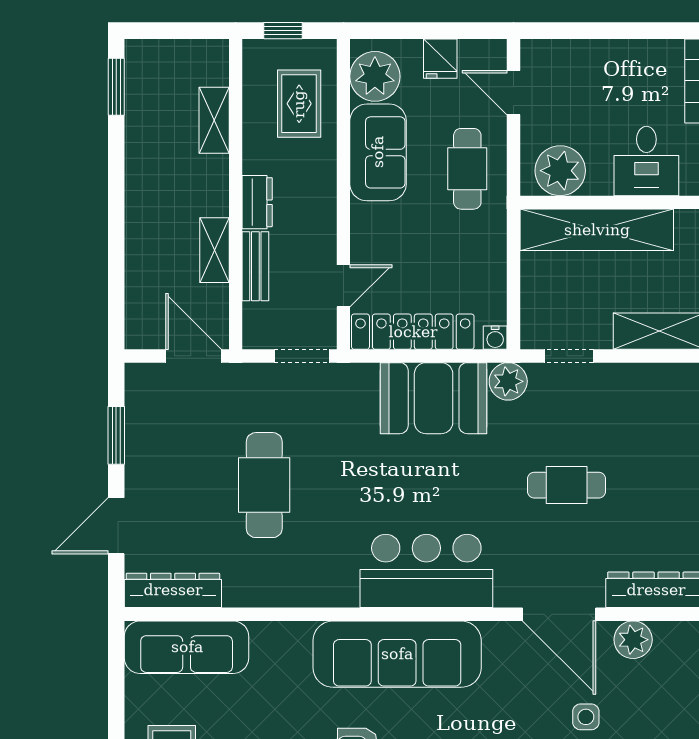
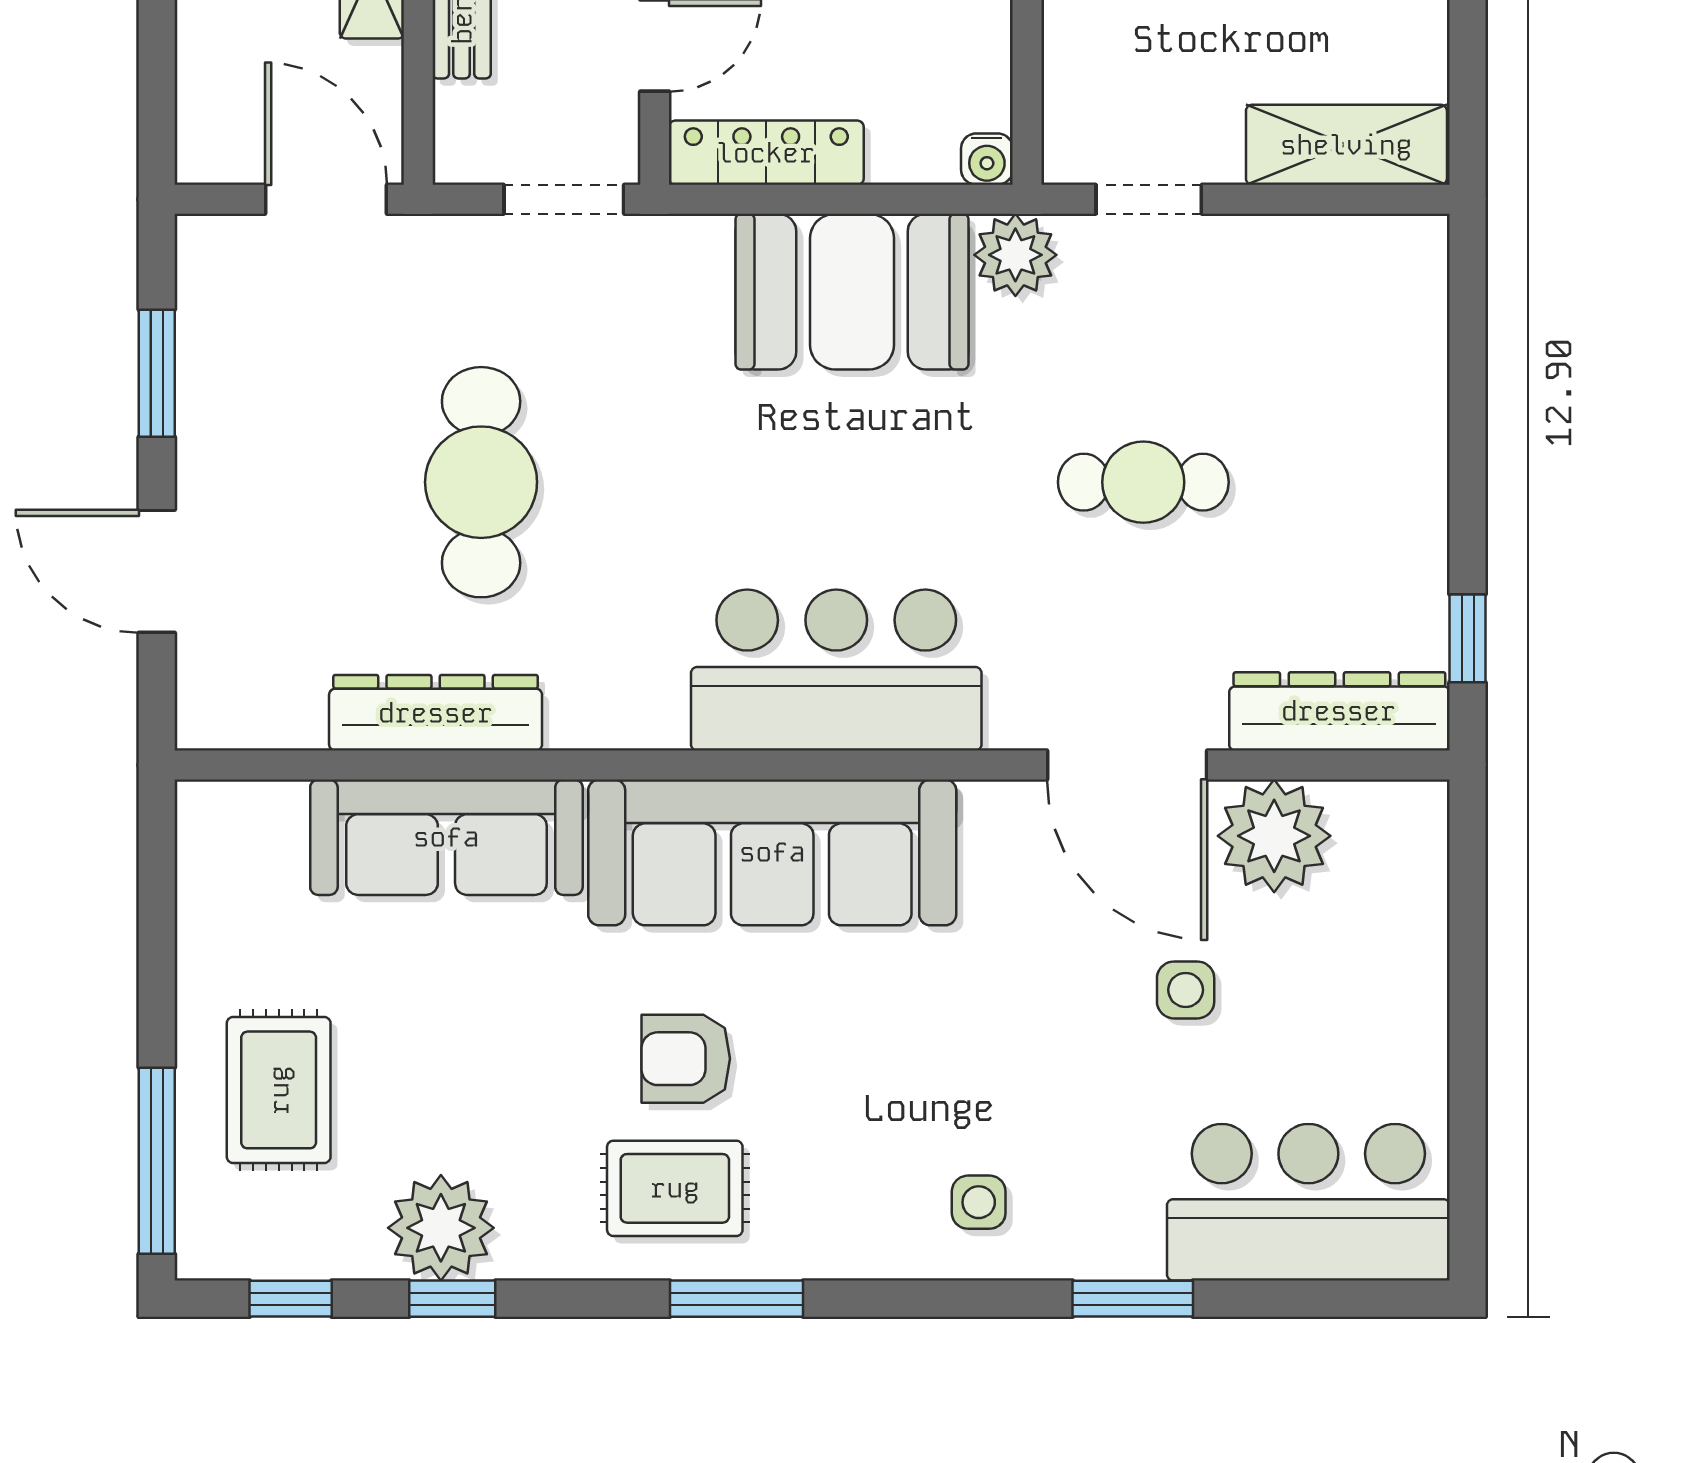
locker: (413, 332) -> (766, 153), width x0.71, depth x0.83
door: (116, 526) -> (157, 571), hinge flipped
dresser: (173, 590) -> (436, 713), moved
plant: (633, 640) -> (1274, 836), width x1.36, depth x1.36
sofa: (187, 647) -> (446, 837), moved

